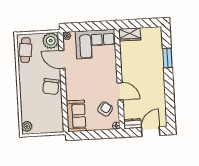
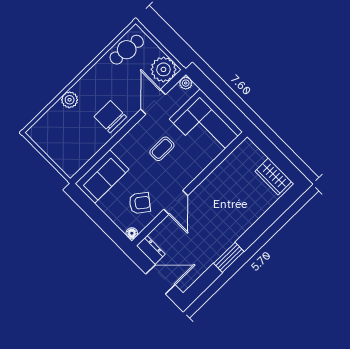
wardrobe: (130, 34) -> (273, 176), moved
window: (167, 58) -> (229, 257), moved
coffee table: (88, 75) -> (162, 149), added
chair: (51, 87) -> (110, 117), turned 80
plant: (27, 126) -> (70, 100), moved

